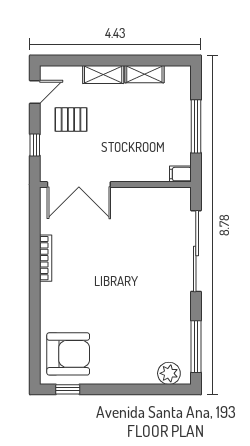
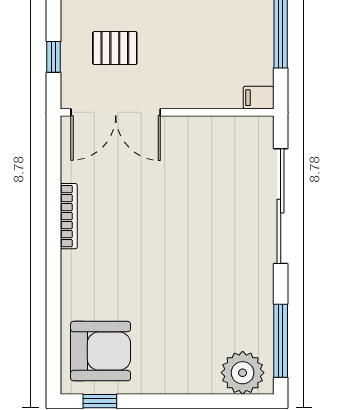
pallet: (71, 120) -> (115, 48), moved
plant: (169, 373) -> (243, 373), width x1.36, depth x1.36

